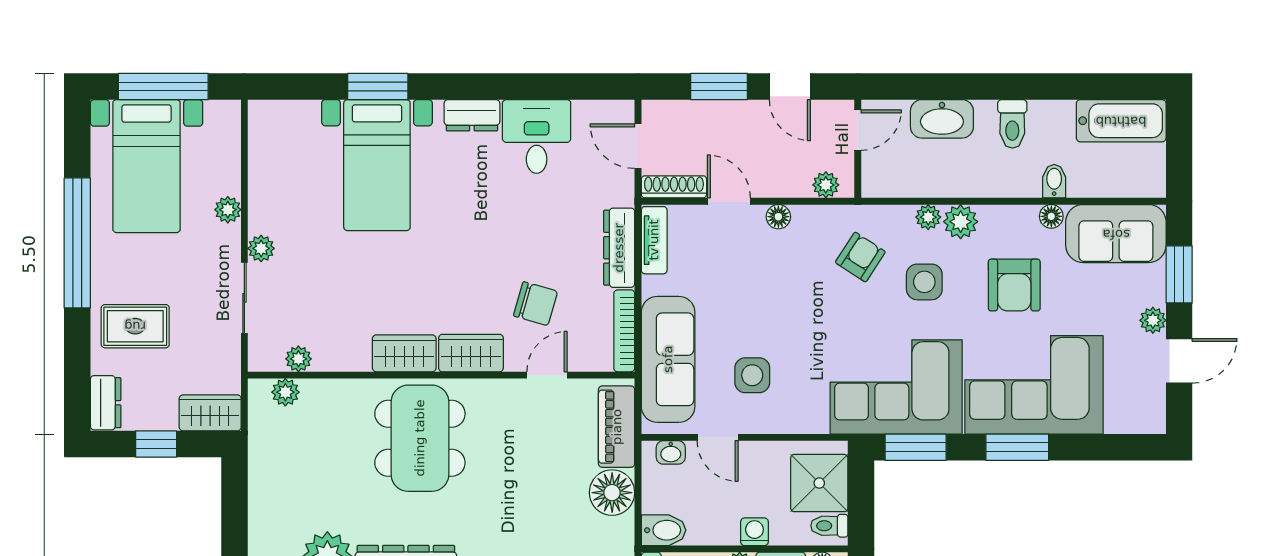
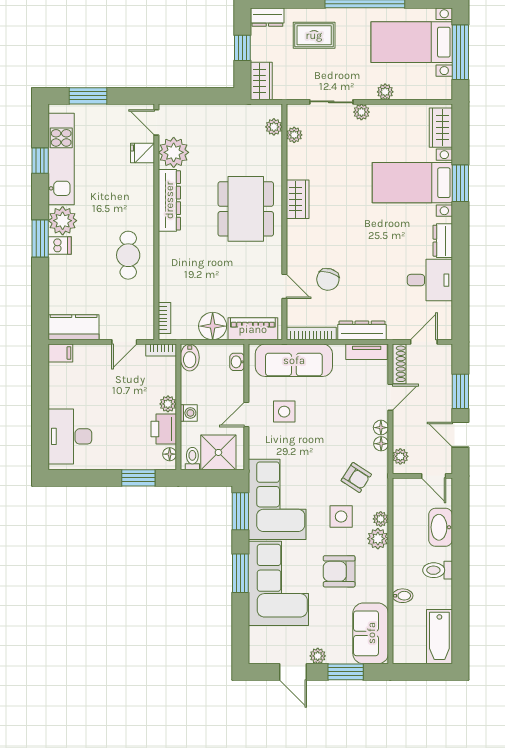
door: (790, 86) -> (460, 435), hinge flipped
floor lamp: (1051, 216) -> (381, 444), moved
rug: (135, 326) -> (314, 35), turned 90
wardrobe: (471, 353) -> (441, 128), moved, turned 180
door: (718, 437) -> (246, 414), moved
dining table: (420, 438) -> (246, 209), turned 90

